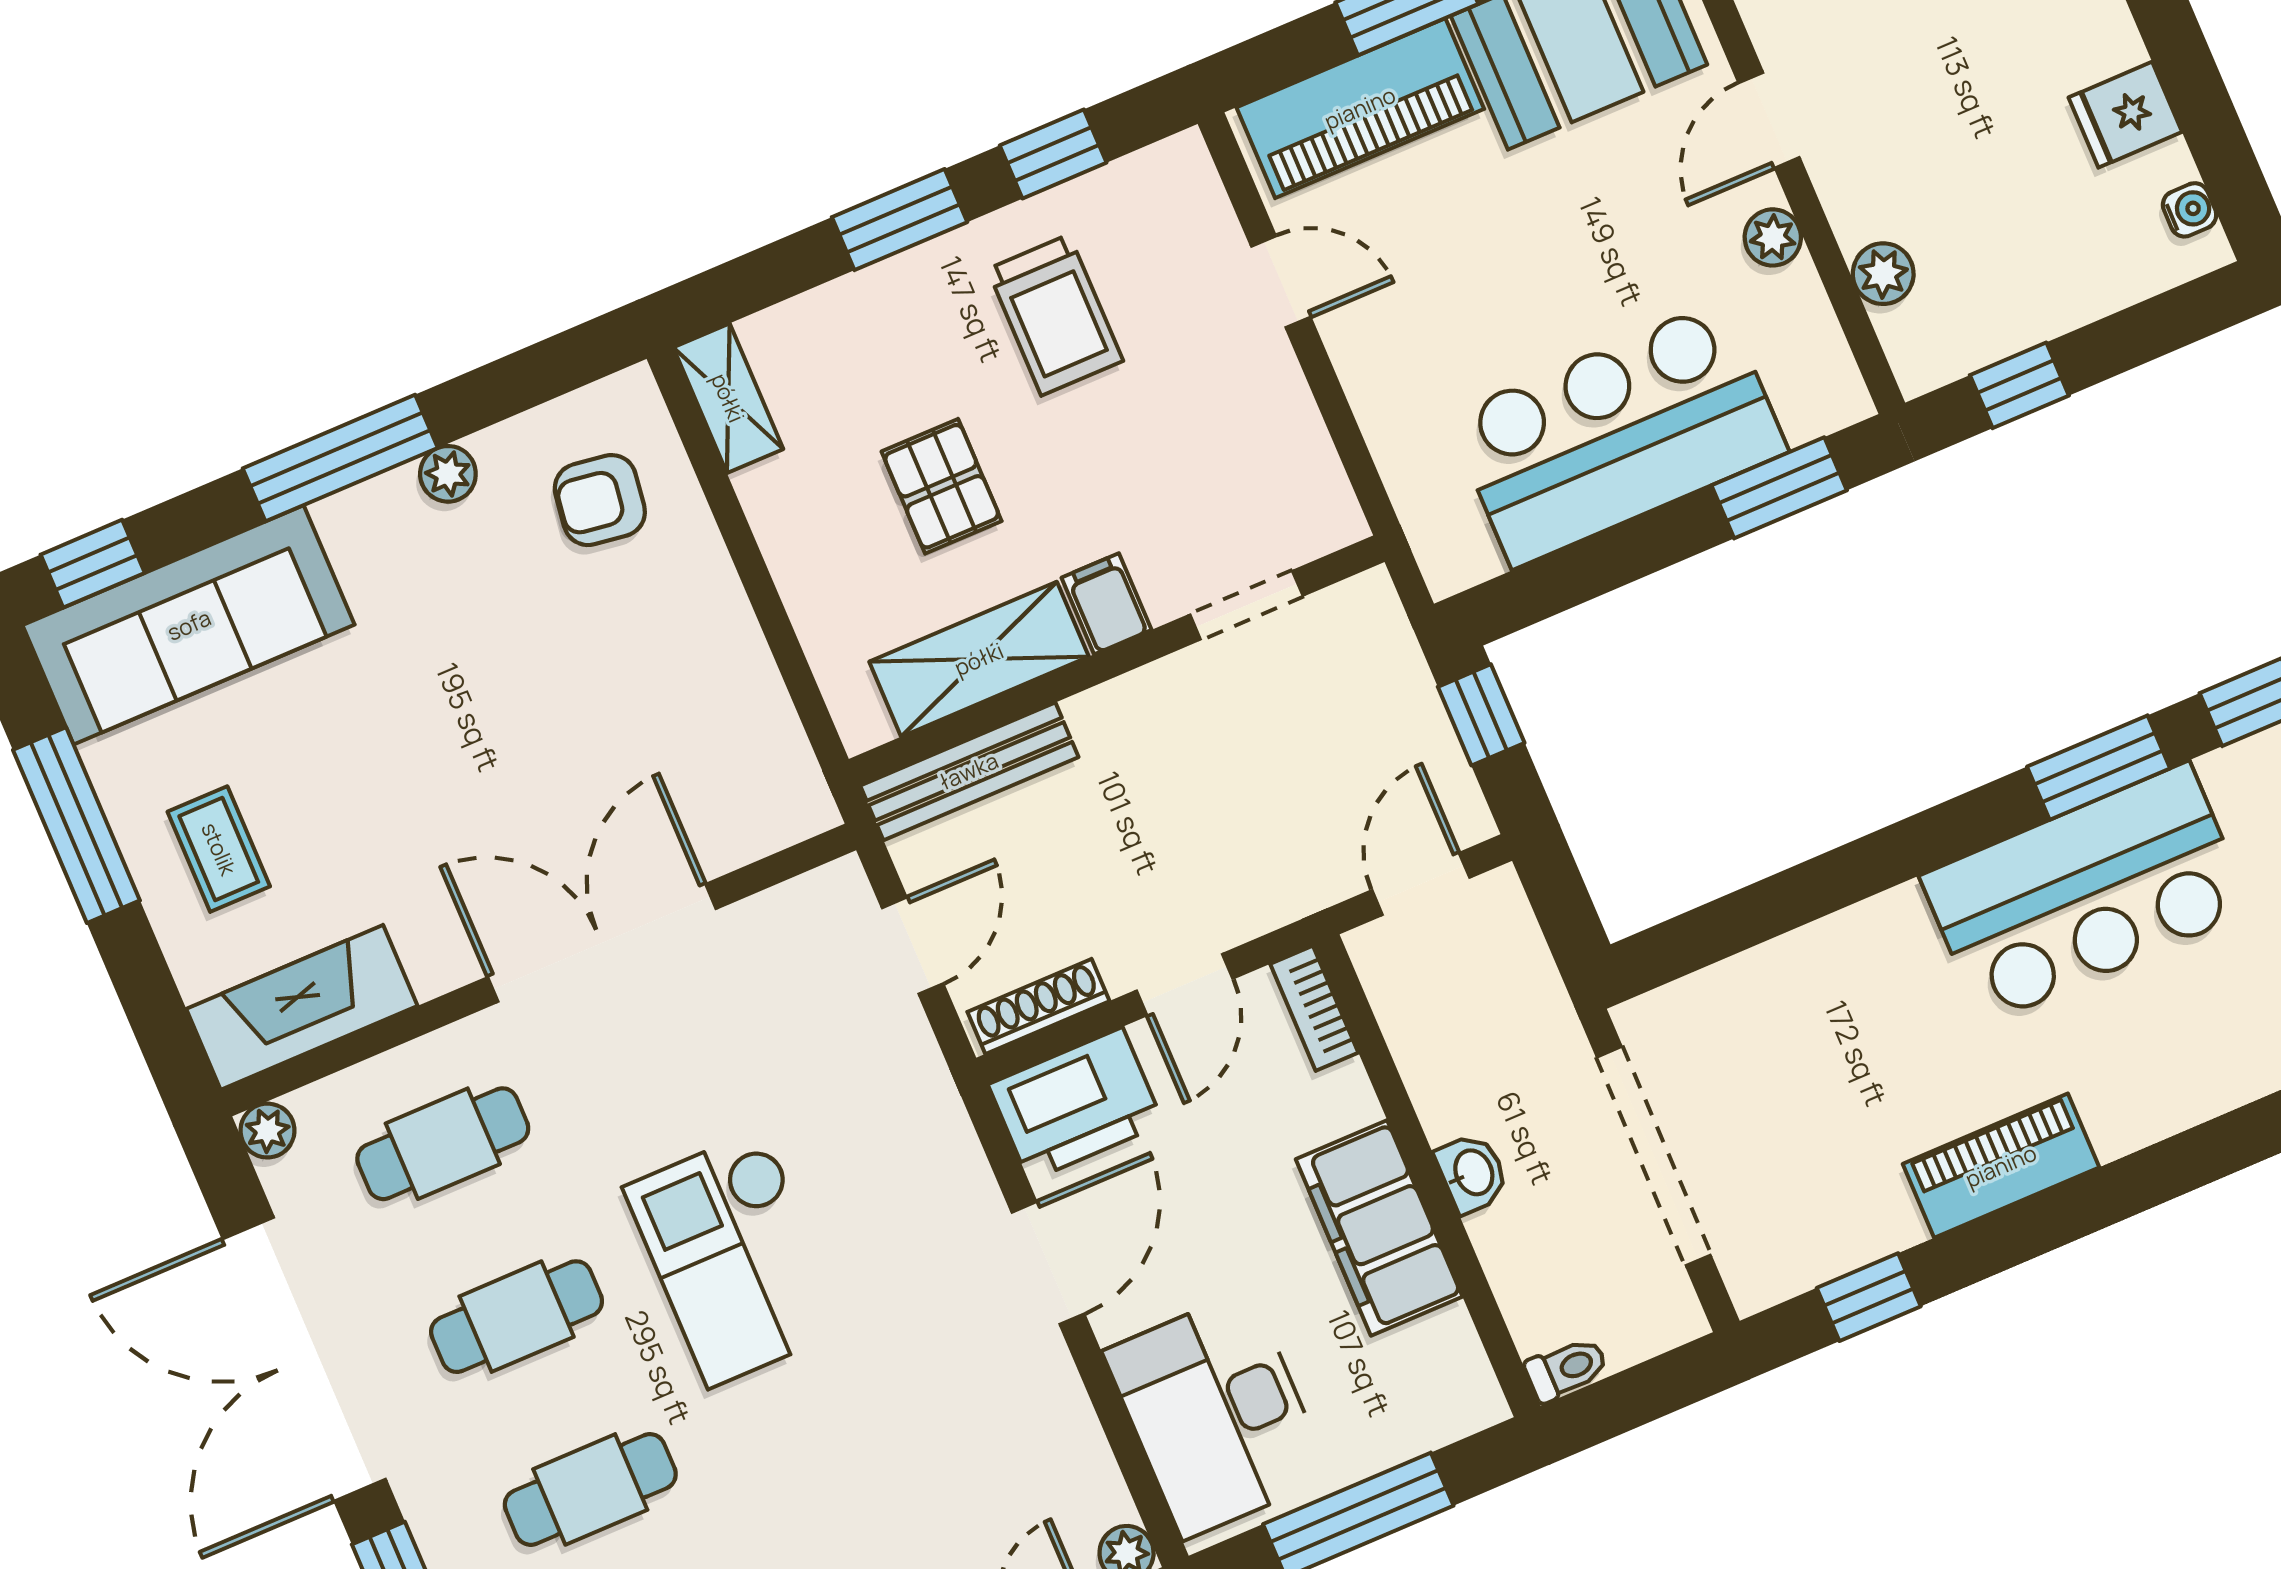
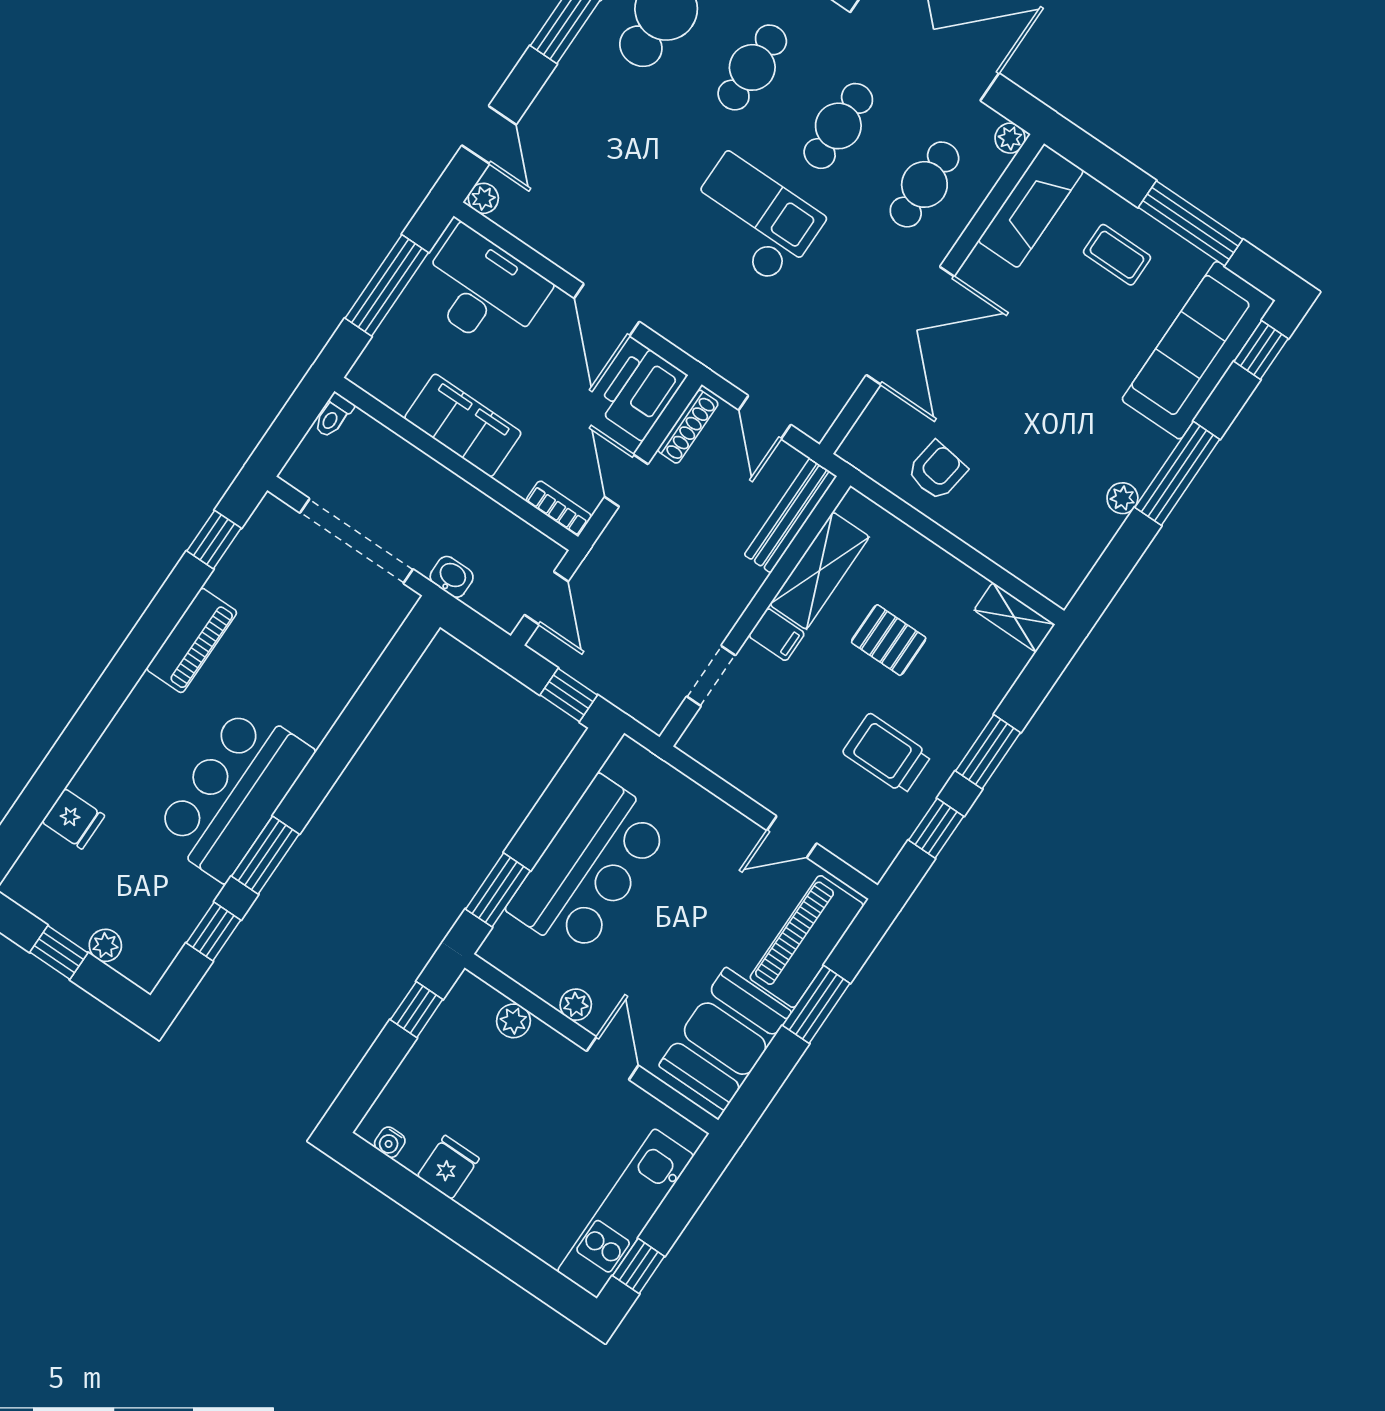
armchair: (600, 500) -> (937, 471), moved
washbasin: (1472, 1173) -> (452, 577), moved, turned 180

